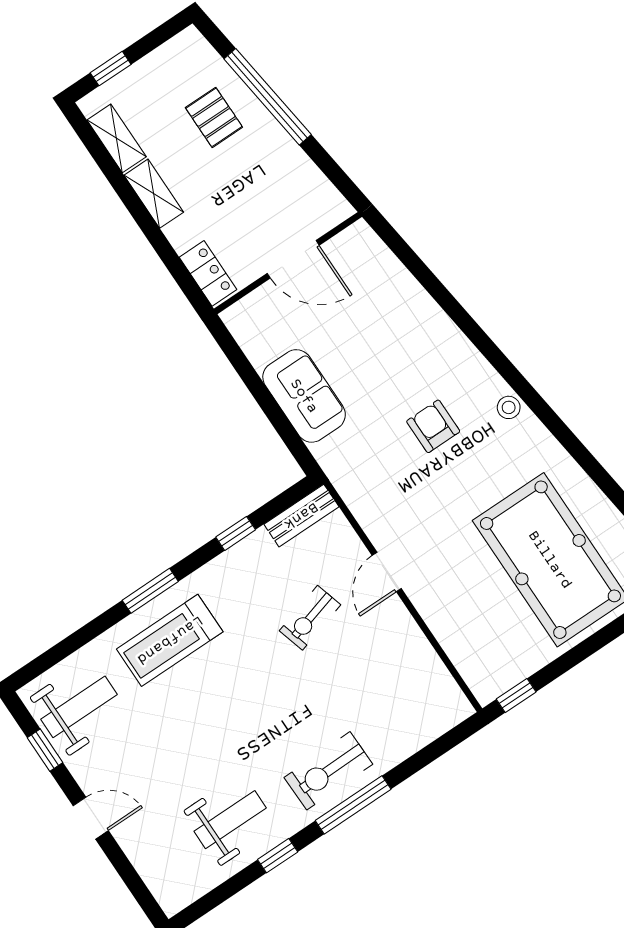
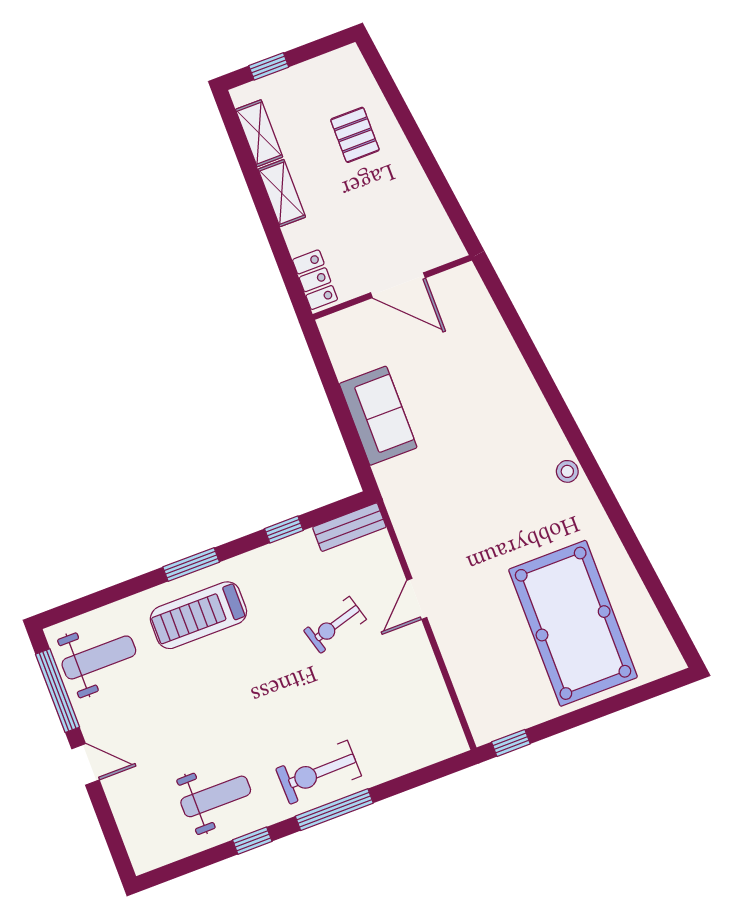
window: (268, 97) -> (410, 127), removed
armchair: (433, 426) -> (492, 472), removed
window: (45, 750) -> (58, 691), width x2.17

